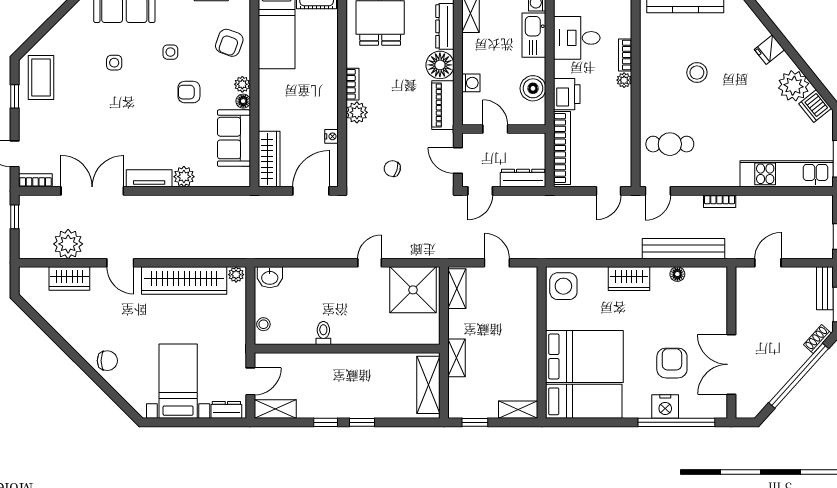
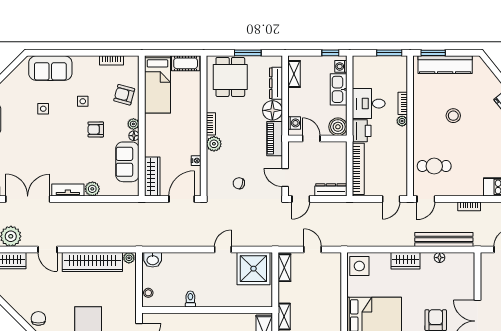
desk: (577, 38) -> (369, 104), moved
armchair: (229, 43) -> (124, 95), turned 85
door: (495, 129) -> (311, 139), moved
wall: (504, 129) -> (317, 139), moved
chair: (107, 361) -> (38, 318), turned -90

